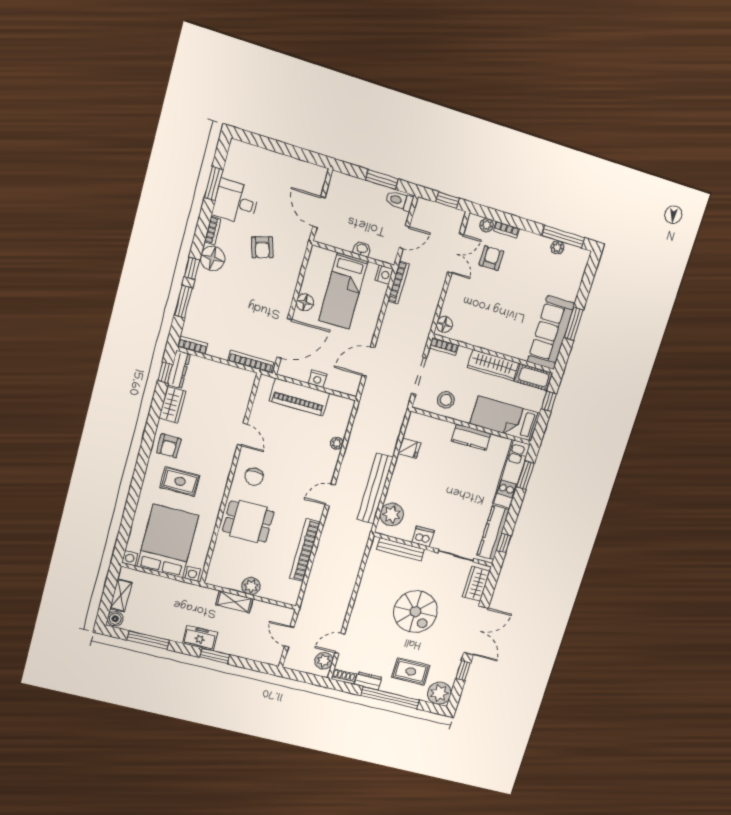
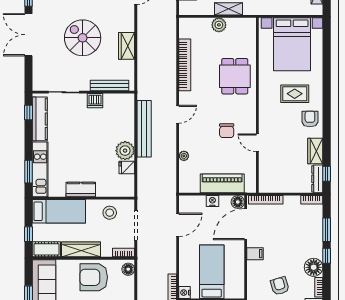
filing cabinet: (283, 298) -> (255, 254), added
floor lamp: (305, 302) -> (238, 202), moved
armchair: (489, 327) -> (94, 277), added
chair: (254, 477) -> (227, 131), moved, turned 180
plant: (392, 514) -> (125, 151), moved
dining table: (248, 521) -> (235, 76), turned 90
wardrobe: (476, 584) -> (127, 46), moved, turned 180

